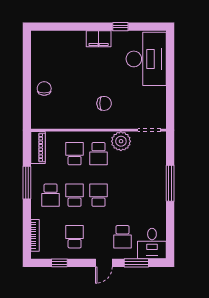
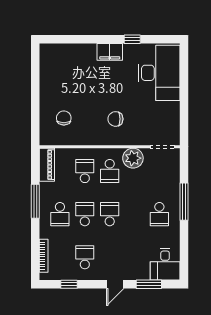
chair: (44, 88) -> (64, 118), moved
chair: (104, 103) -> (115, 119), turned 180
school desk: (122, 237) -> (159, 214), moved

